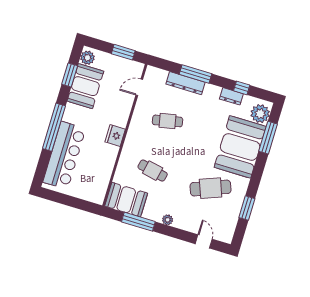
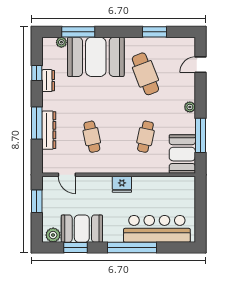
plant: (260, 114) -> (61, 42), width x0.53, depth x0.53

